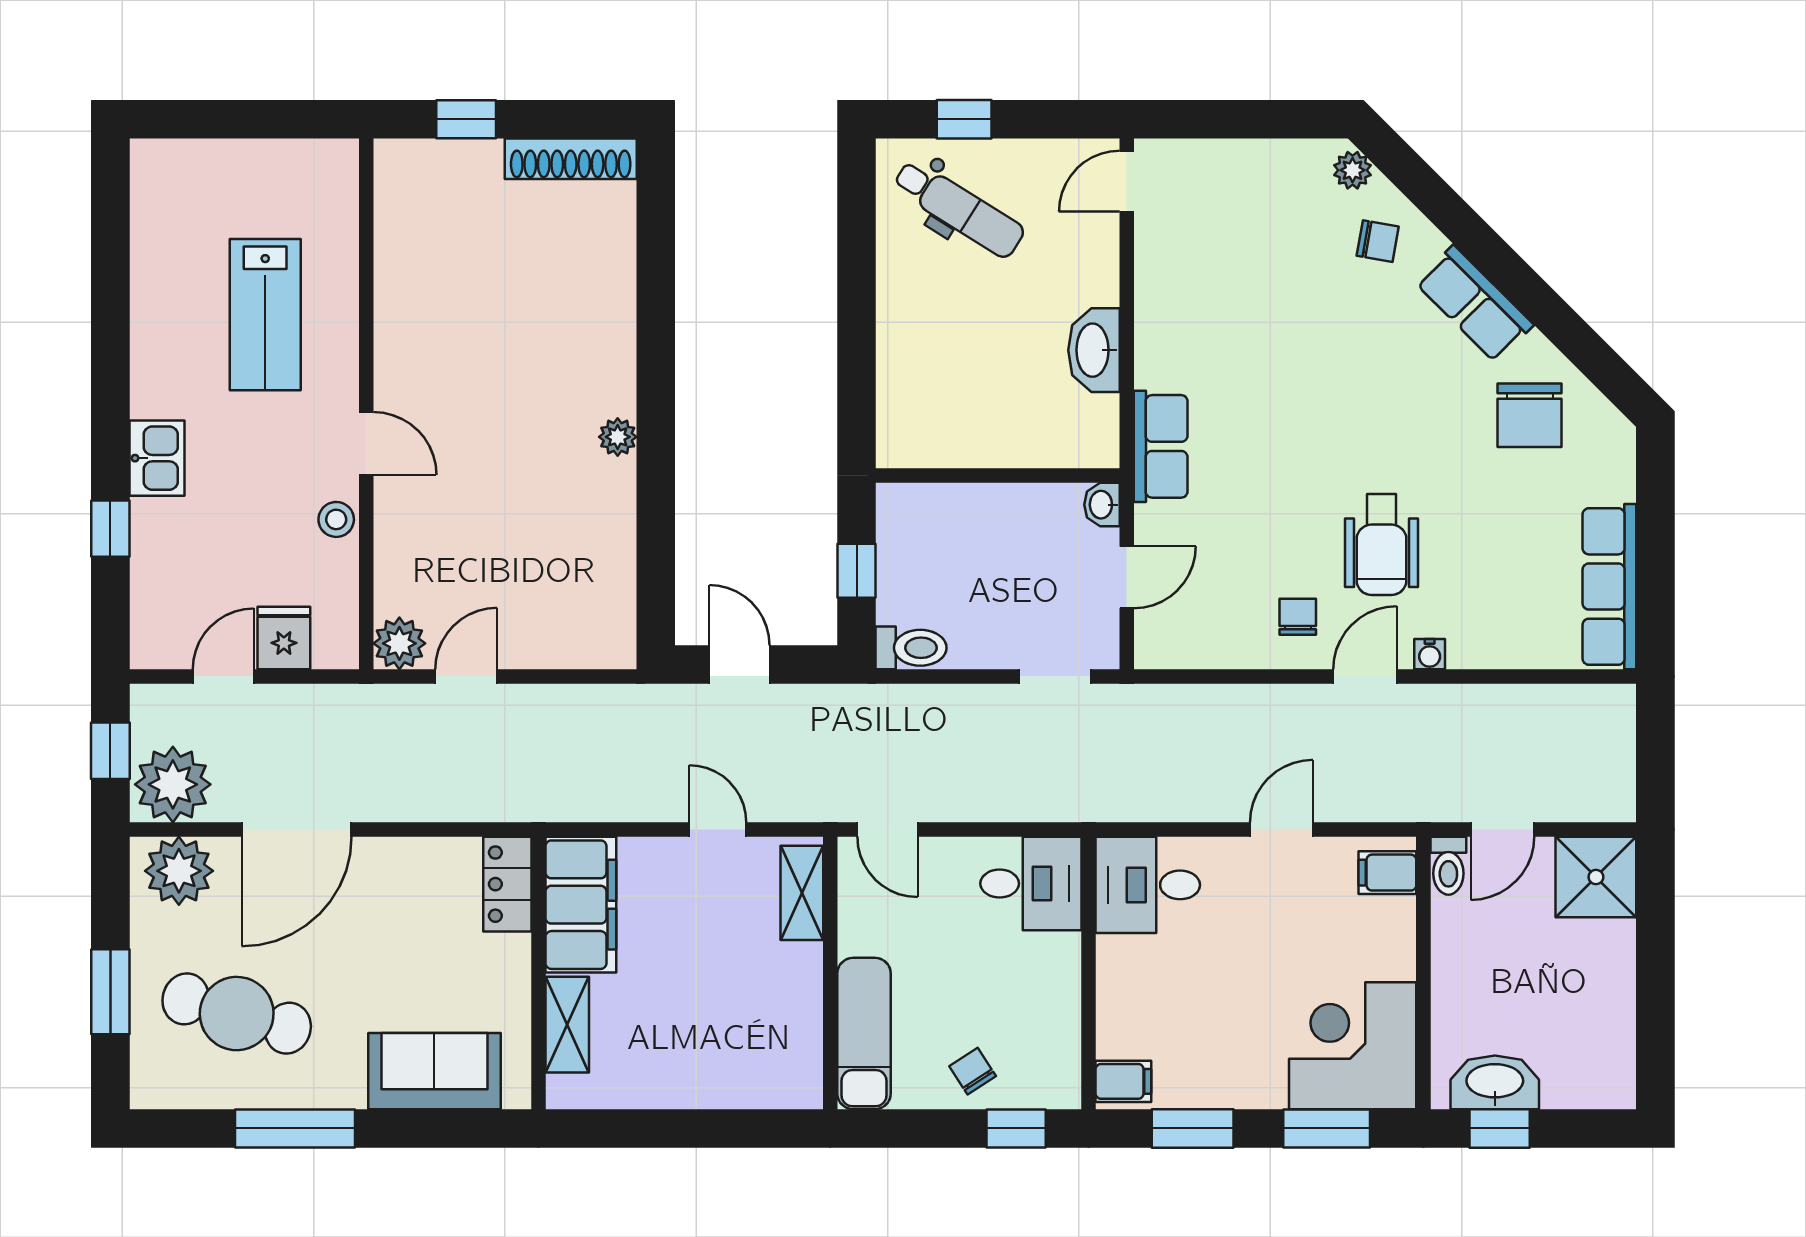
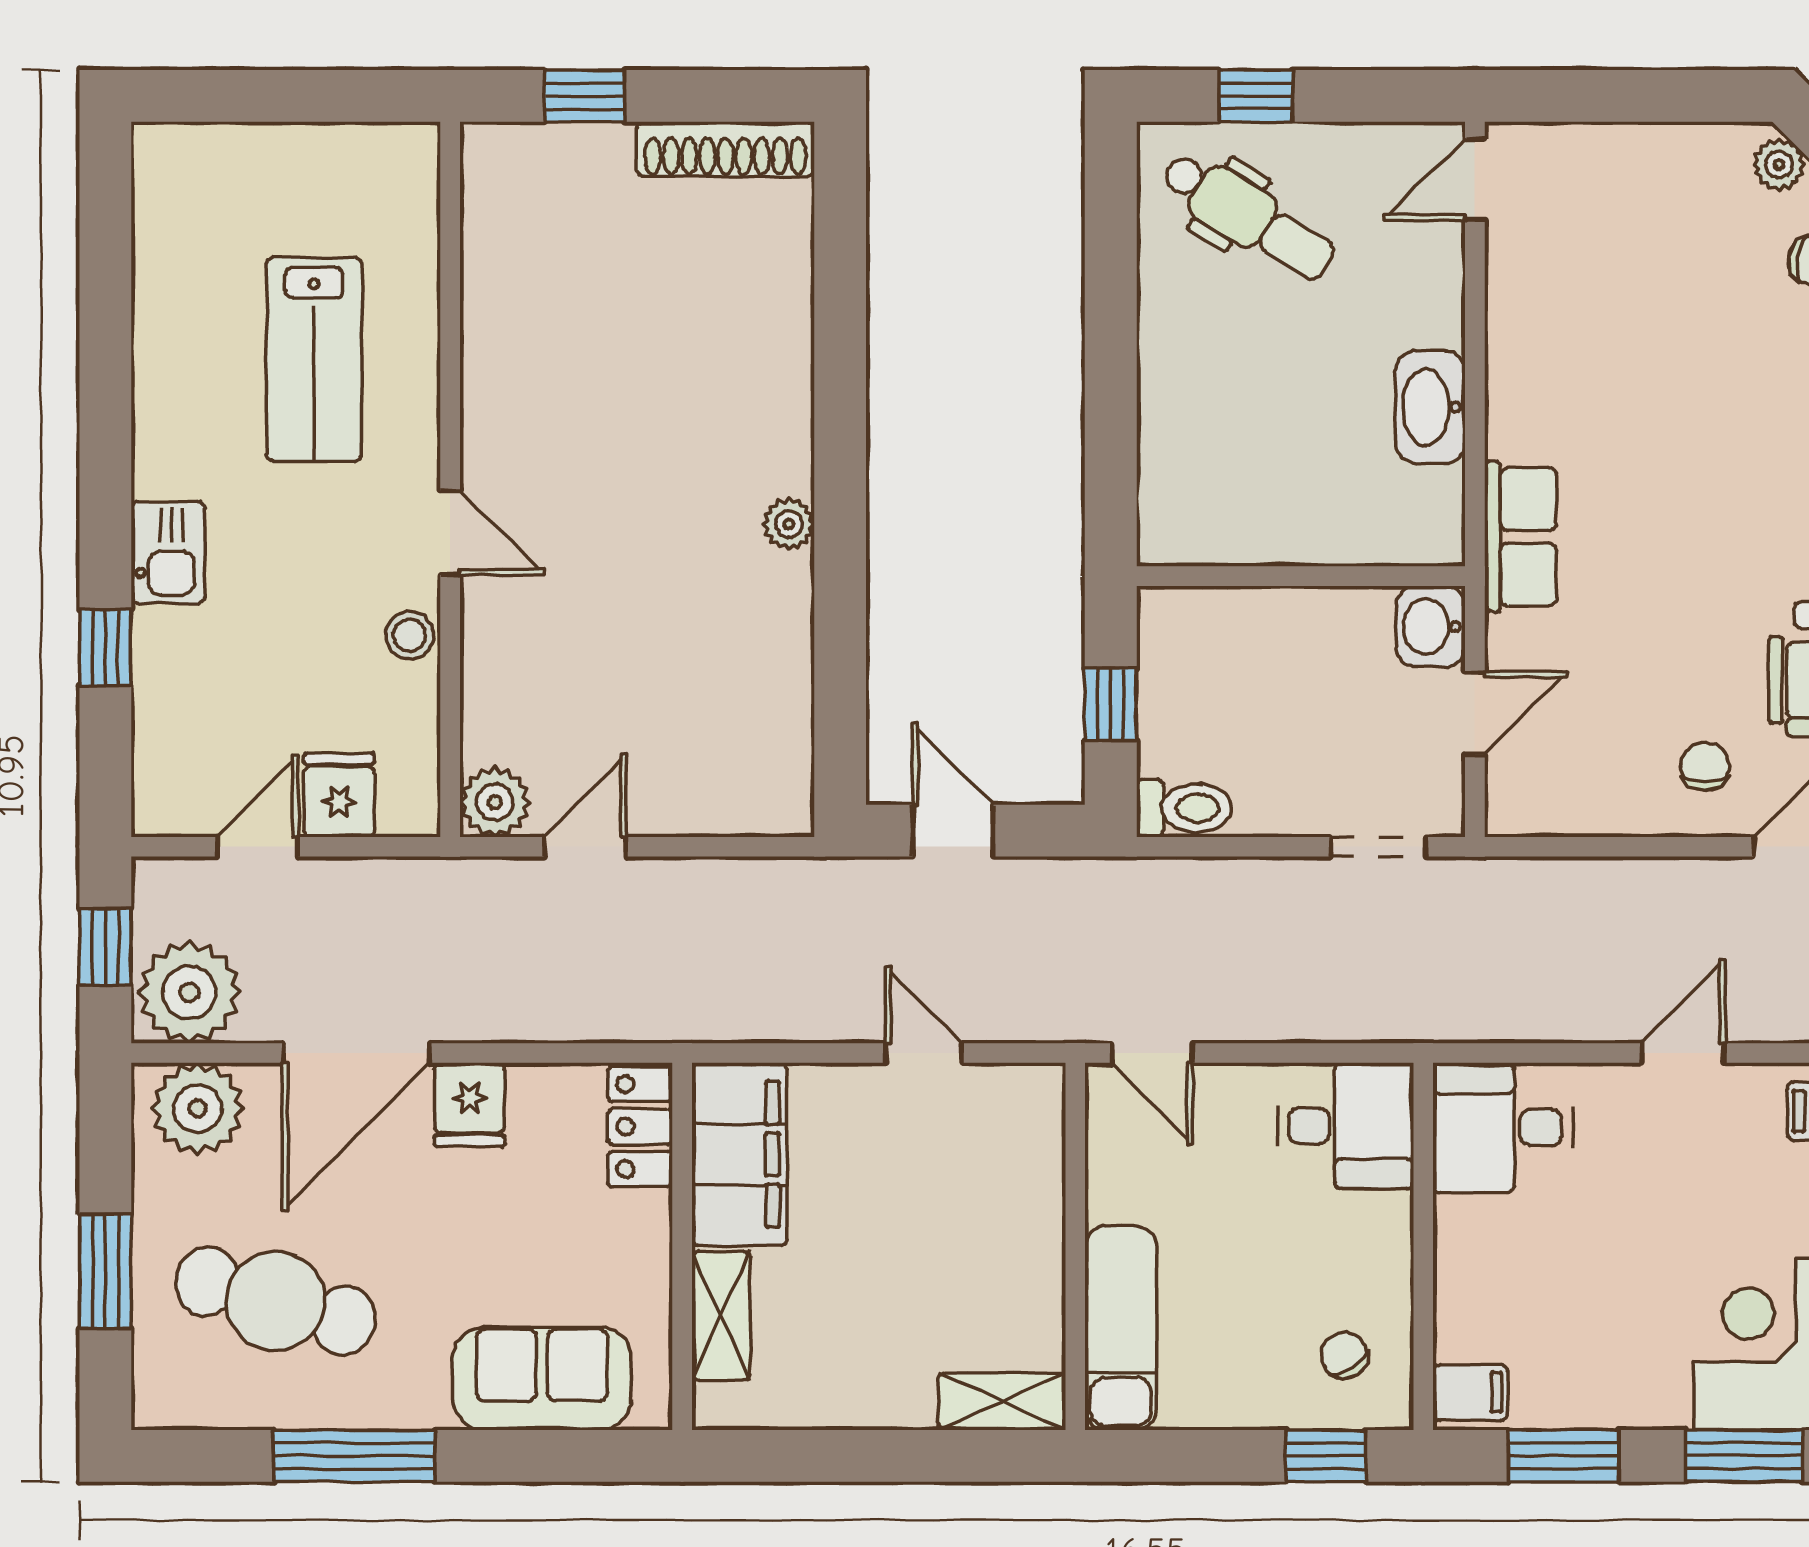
washbasin: (1102, 505) -> (1431, 626), width x1.38, depth x1.45
fridge: (381, 868) -> (469, 1105), added
shelving: (802, 893) -> (1002, 1401), moved, turned 90
chair: (973, 1071) -> (1344, 1355), moved

